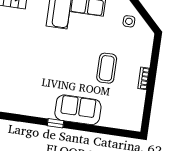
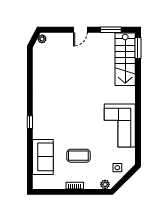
plant: (148, 40) -> (105, 184), added
sofa: (78, 110) -> (43, 157), moved

